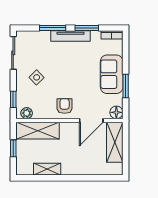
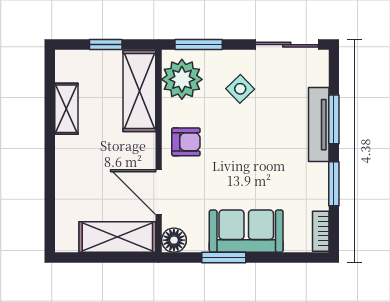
tv unit: (70, 36) -> (319, 125), moved
window: (13, 99) -> (199, 45), width x1.50
plant: (27, 113) -> (182, 79), width x1.88, depth x1.88

